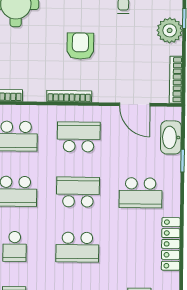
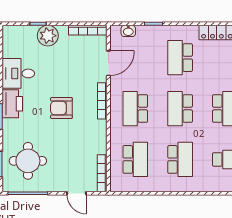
bookcase: (69, 96) -> (102, 101), moved
washbasin: (171, 137) -> (128, 31), width x0.52, depth x0.69
school desk: (141, 193) -> (180, 58), turned 180

